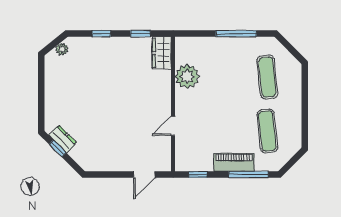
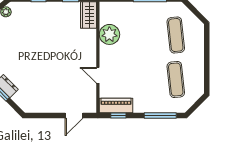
door: (173, 126) -> (98, 75), hinge flipped
piano: (234, 162) -> (116, 105), moved

